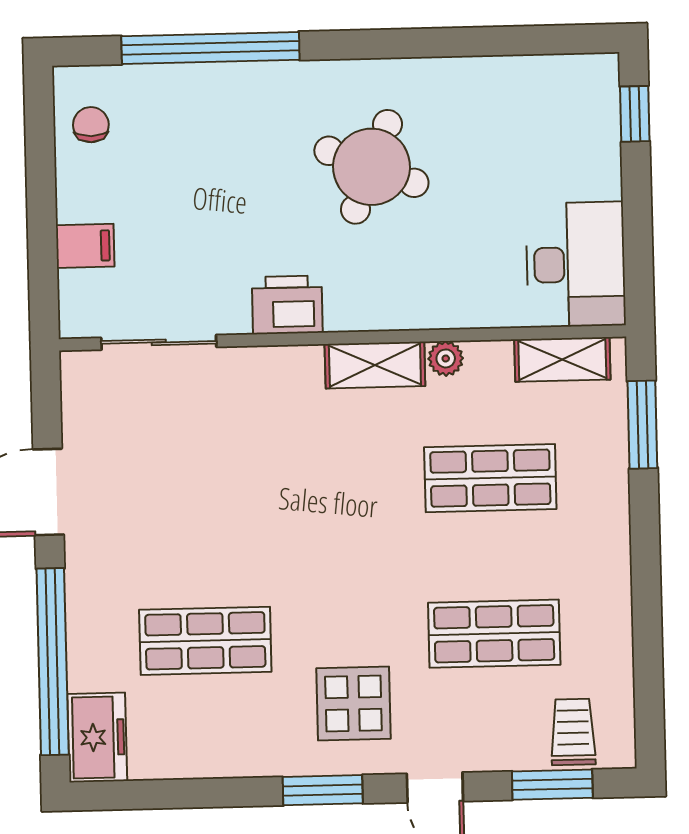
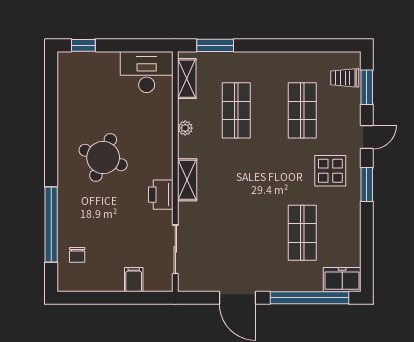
chair: (91, 125) -> (77, 255), moved, turned -90
shelving: (375, 365) -> (187, 180), moved

